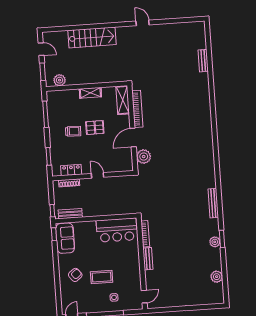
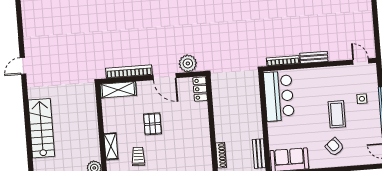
shelving: (90, 93) -> (111, 146), moved
trolley: (73, 131) -> (138, 156), moved
locker: (71, 170) -> (200, 89), moved
door: (98, 175) -> (211, 120), removed

